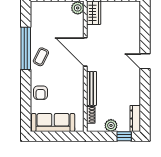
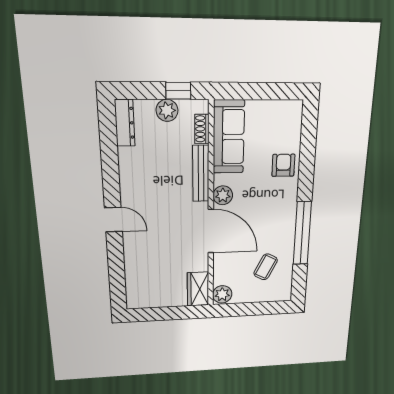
coffee table: (41, 57) -> (266, 267), moved
plant: (78, 75) -> (223, 195), added
sofa: (53, 122) -> (229, 137), moved, turned -90
window: (124, 136) -> (178, 91), moved

